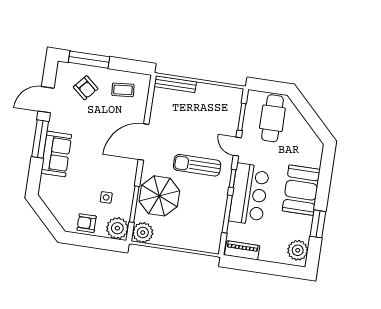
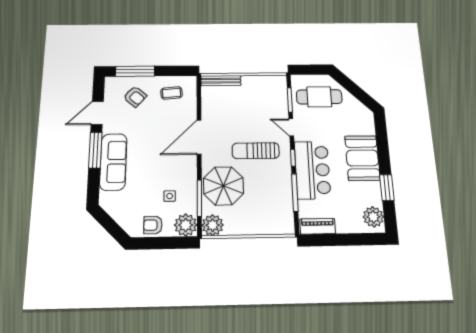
cafe table: (272, 118) -> (319, 97), turned 90
sofa: (56, 154) -> (113, 162), width x1.36

